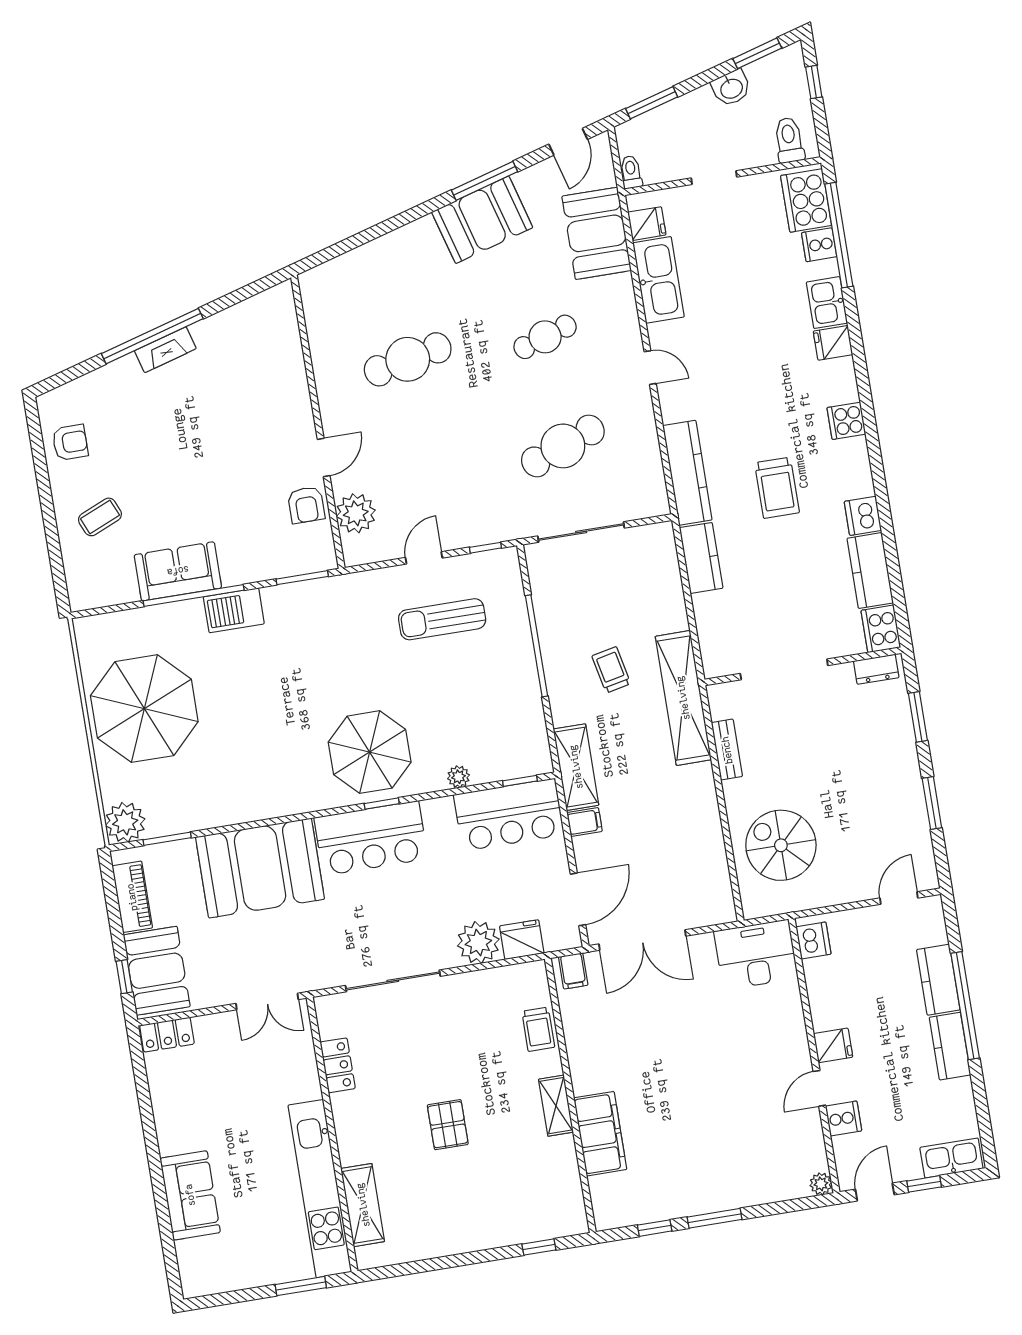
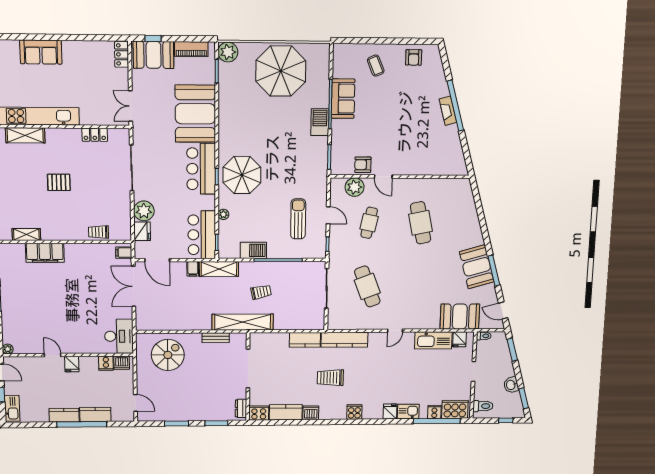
cafe table: (545, 337) -> (369, 223), moved, turned 30
barbecue: (524, 701) -> (253, 250), added
shelving: (556, 1106) -> (26, 234), moved
cooker: (843, 1118) -> (106, 363), moved

